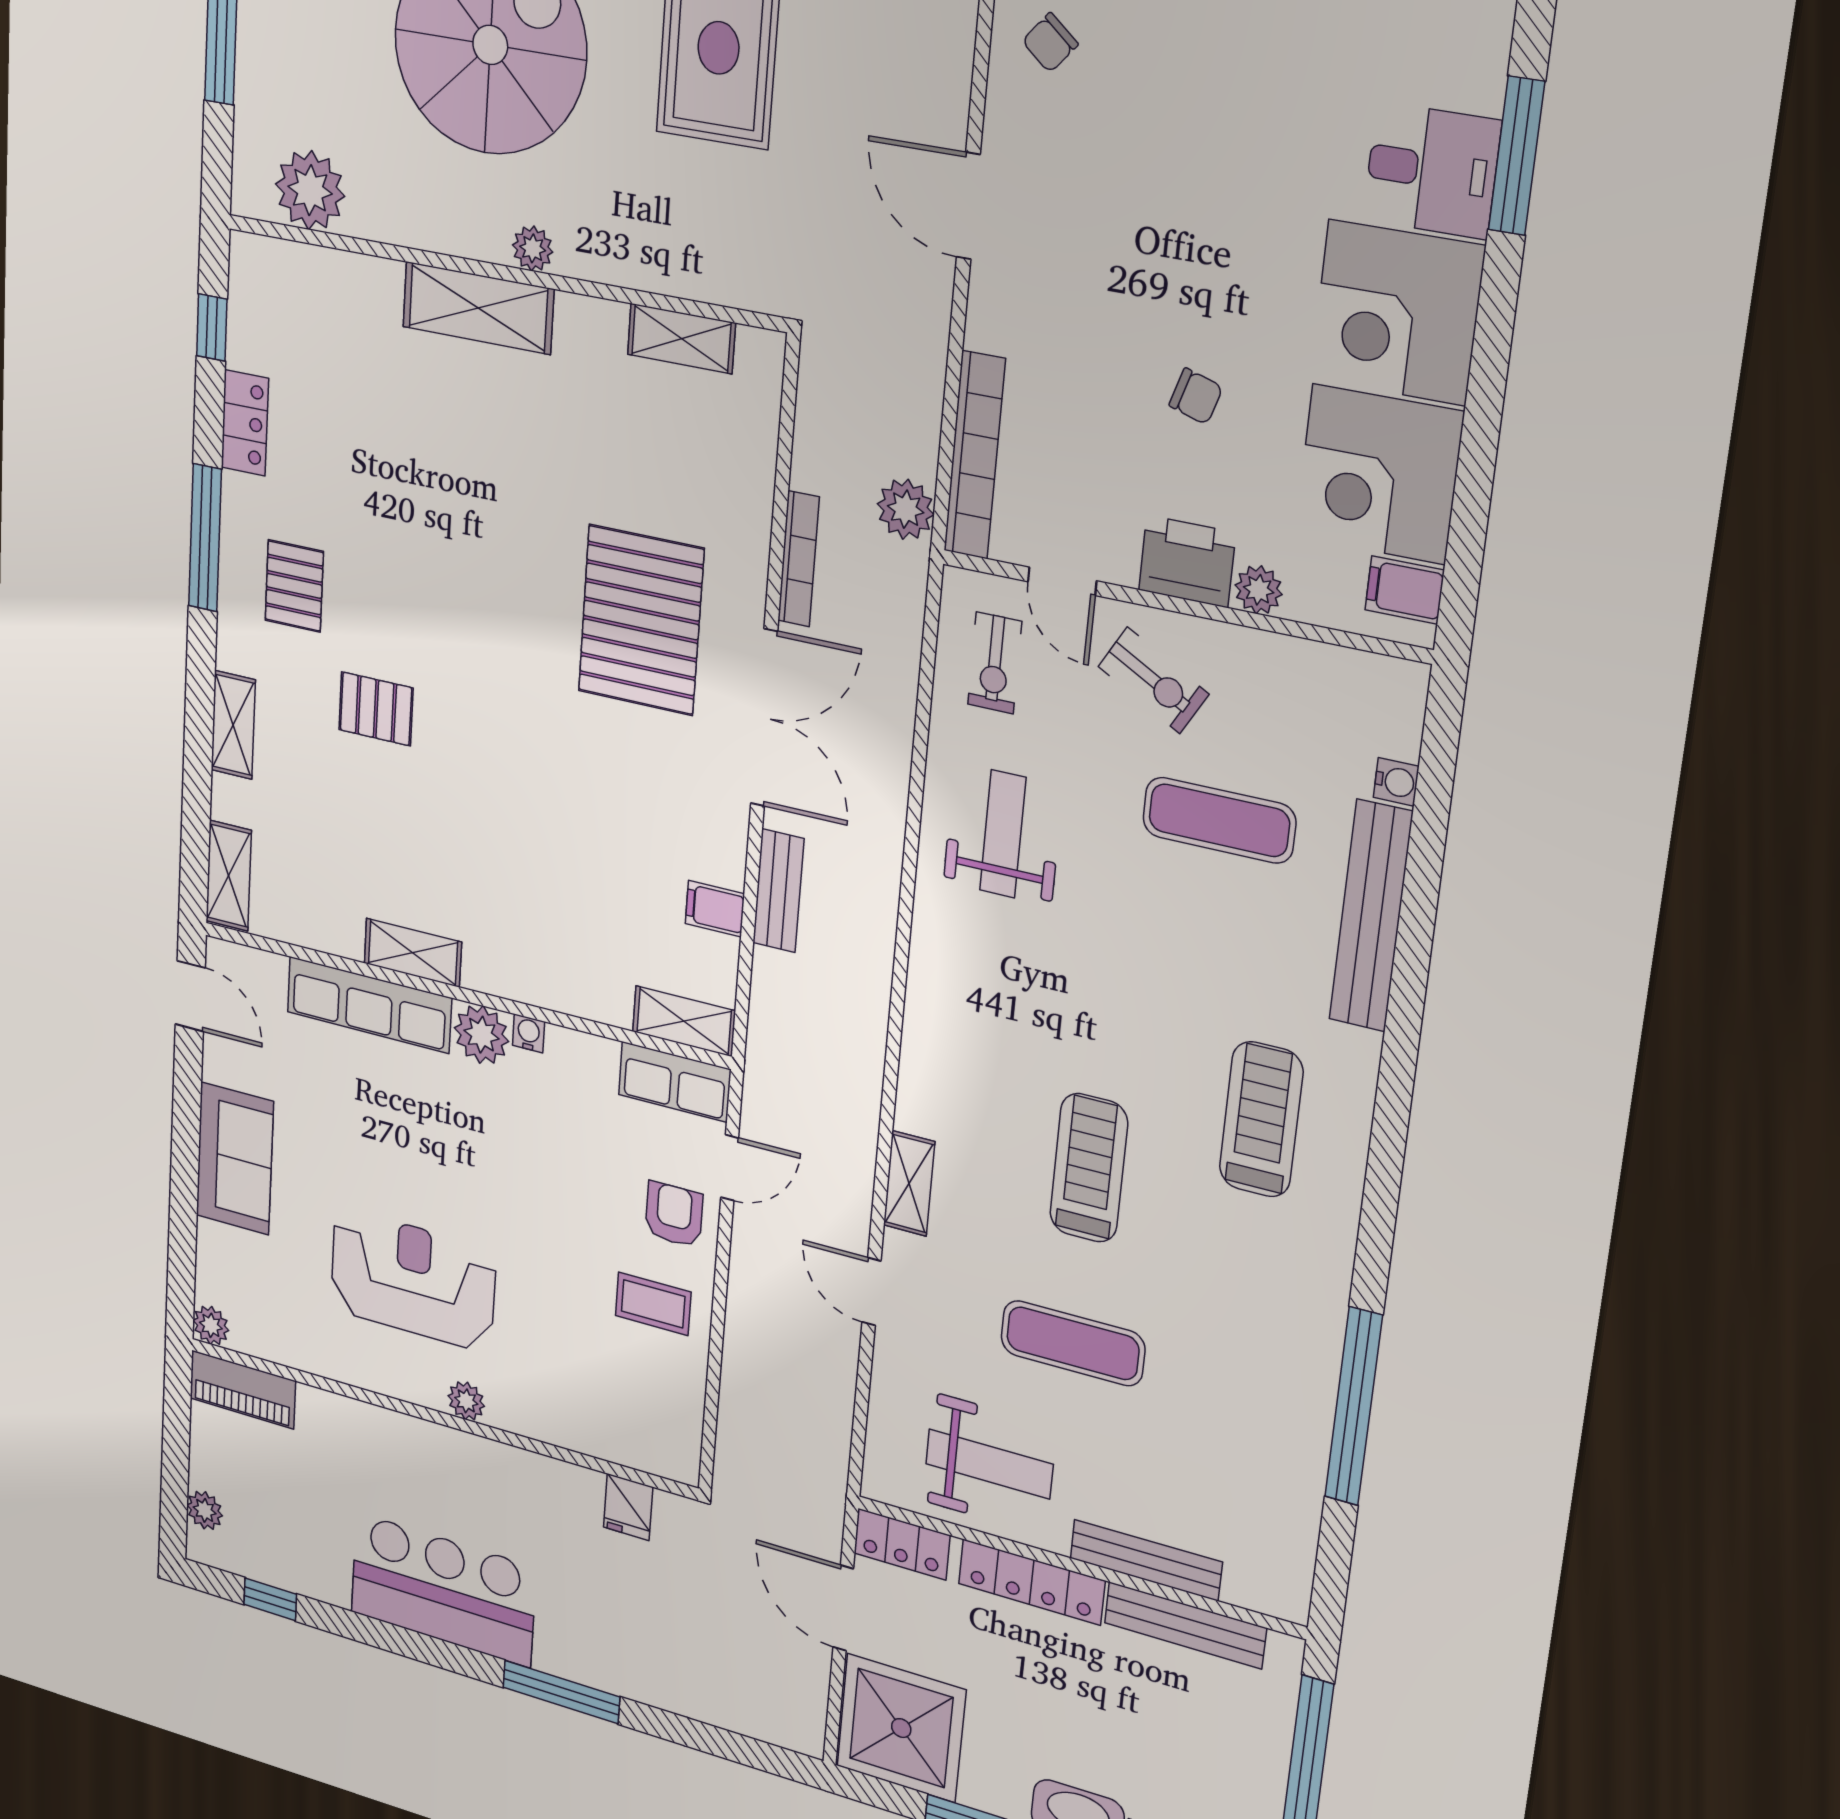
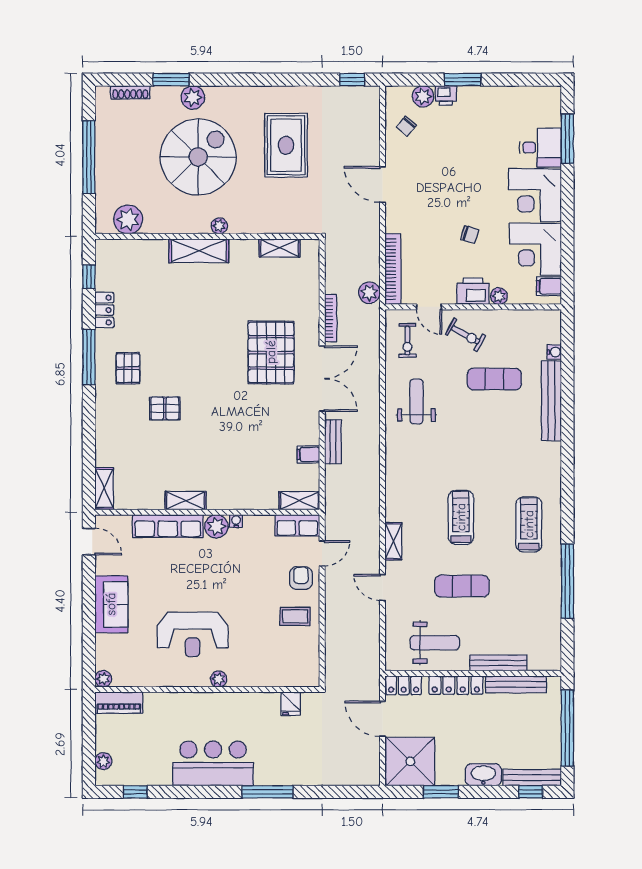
shelving: (233, 725) -> (104, 428), removed
treadmill: (1261, 1119) -> (529, 524), moved
reception desk: (413, 1280) -> (193, 634), turned 180

